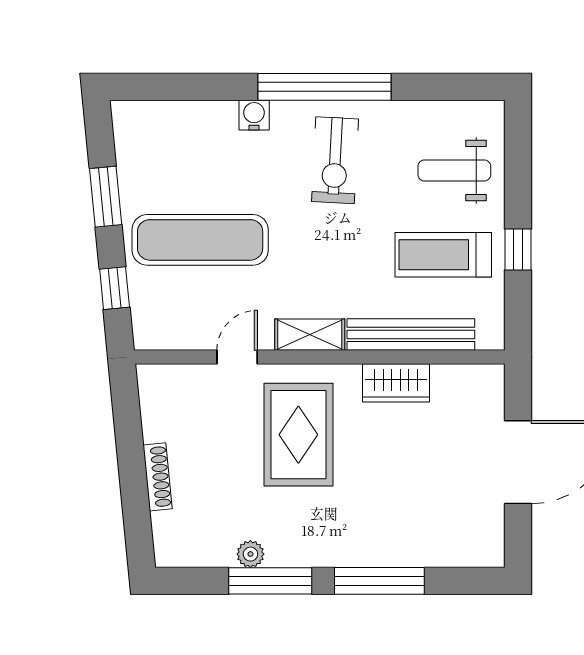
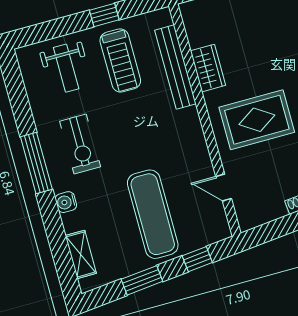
window: (325, 87) -> (36, 163), width x0.68
exercise bike: (335, 160) -> (80, 144), turned 87
shelving: (310, 335) -> (81, 254), moved
door: (237, 357) -> (224, 188), moved

